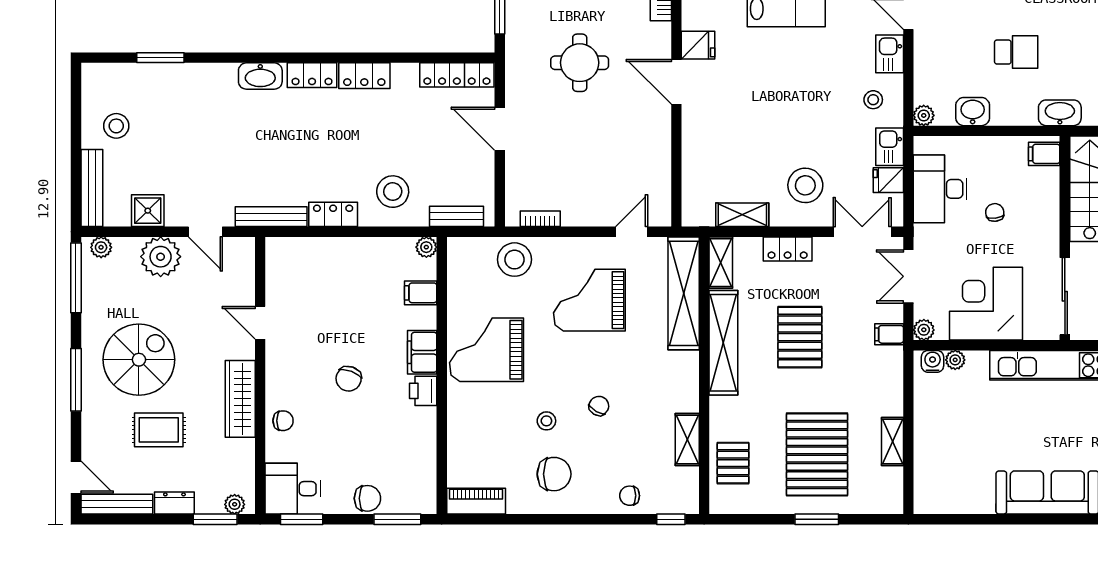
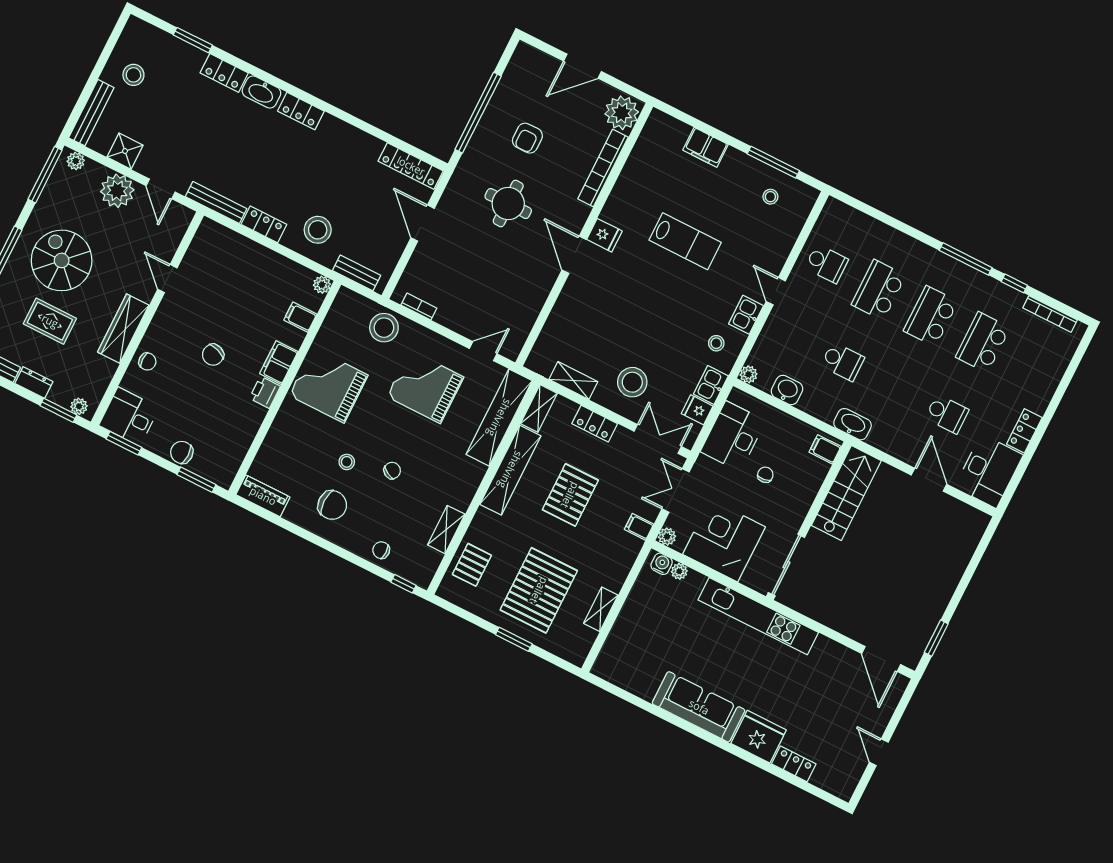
locker: (364, 76) -> (224, 73), moved
spiral stairs: (139, 360) -> (62, 260), turned -90
chair: (367, 498) -> (182, 452), turned 180

